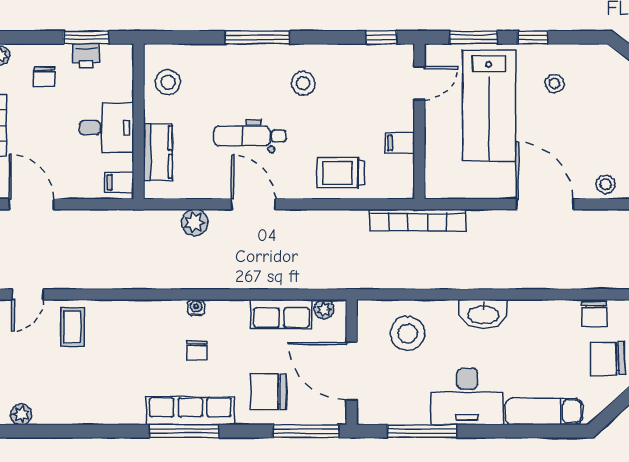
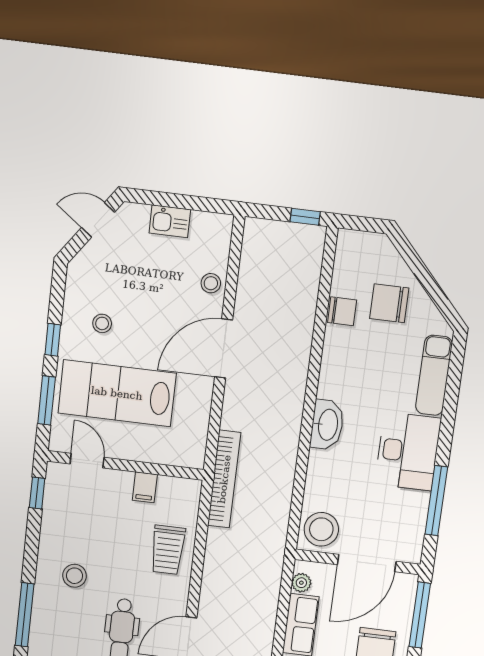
lab bench: (489, 106) -> (117, 393), turned 180
stool: (408, 333) -> (321, 529), moved
chair: (607, 359) -> (389, 303), turned 92

